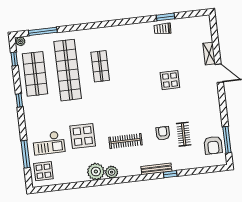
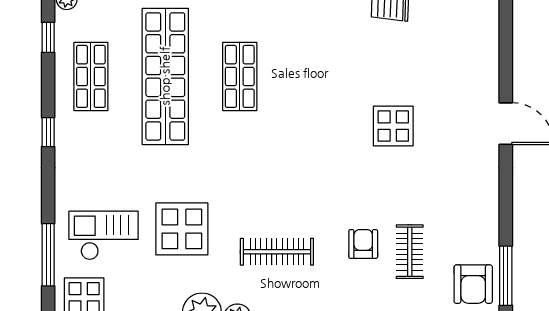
shelving: (209, 54) -> (488, 77), removed
shop shelf: (35, 74) -> (91, 76), width x0.70, depth x0.74
checkout: (49, 143) -> (104, 235), turned 180

